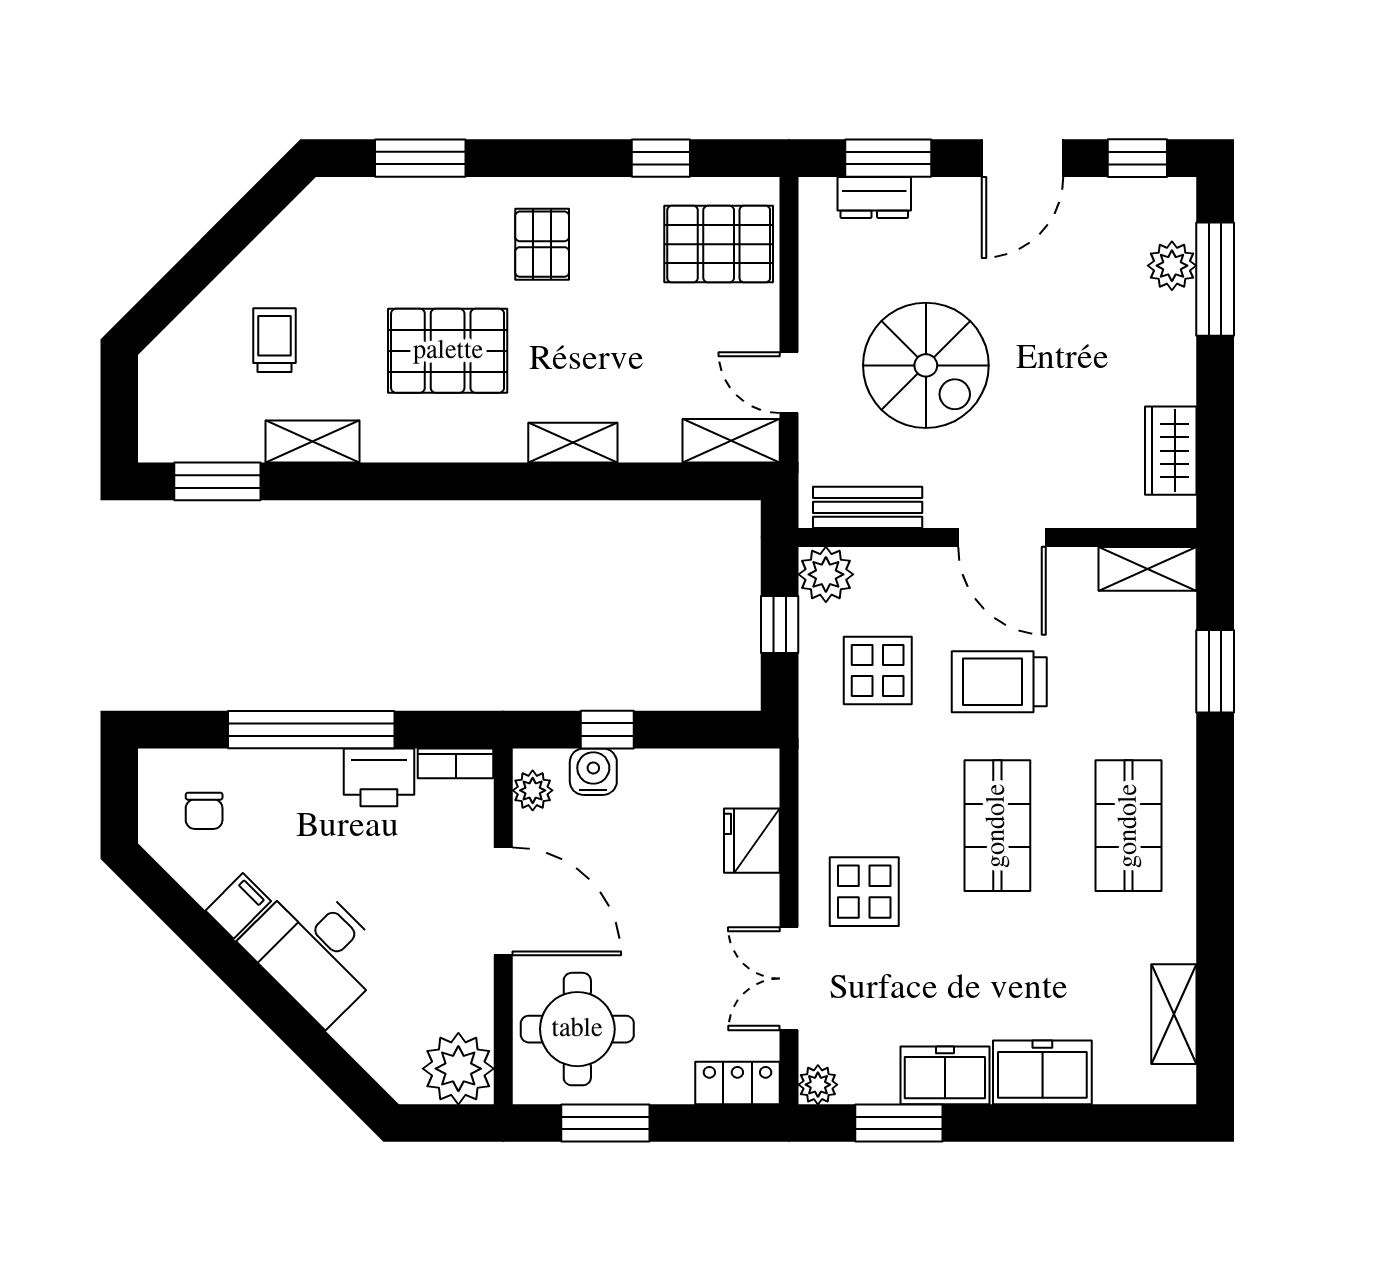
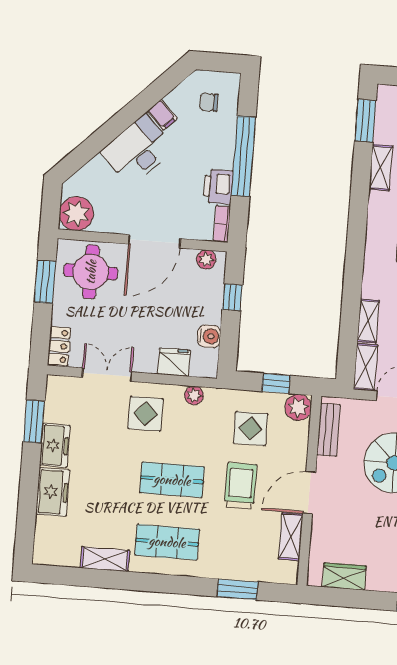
shelving: (573, 443) -> (368, 321), moved
shelving: (1148, 569) -> (291, 537), moved
water cooler: (593, 772) -> (209, 336), moved
shelving: (1174, 1014) -> (105, 559), moved
plant: (818, 1085) -> (194, 395), moved

